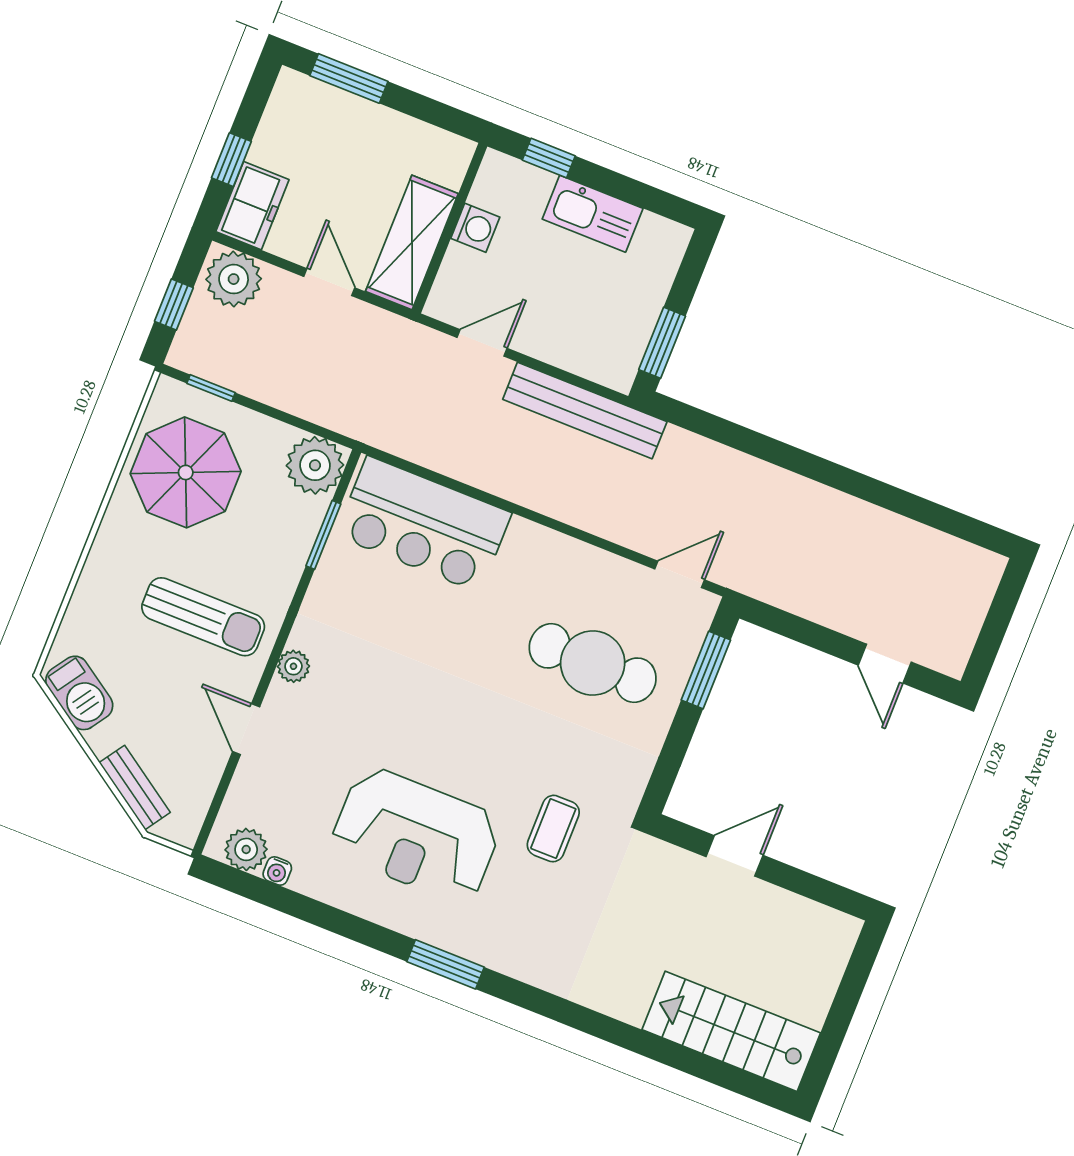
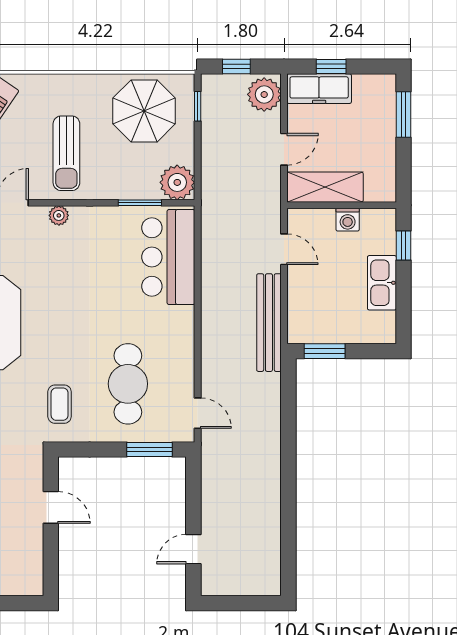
freezer: (252, 206) -> (319, 89), width x1.40
coffee table: (553, 829) -> (60, 404), moved, turned 90

